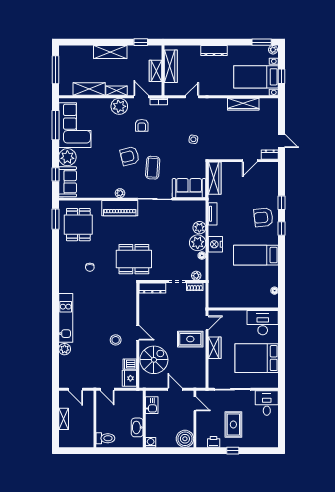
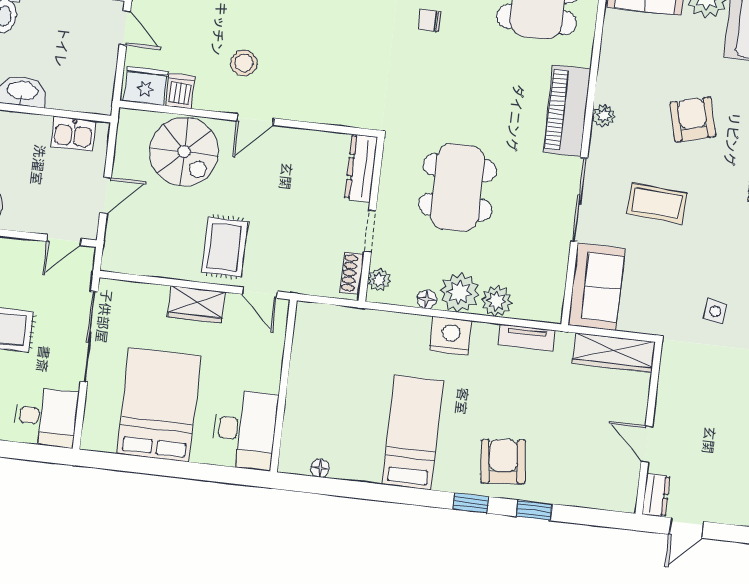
armchair: (130, 156) -> (693, 119), moved
dining table: (134, 259) -> (458, 187), moved
door: (107, 389) -> (125, 28), swing flipped

